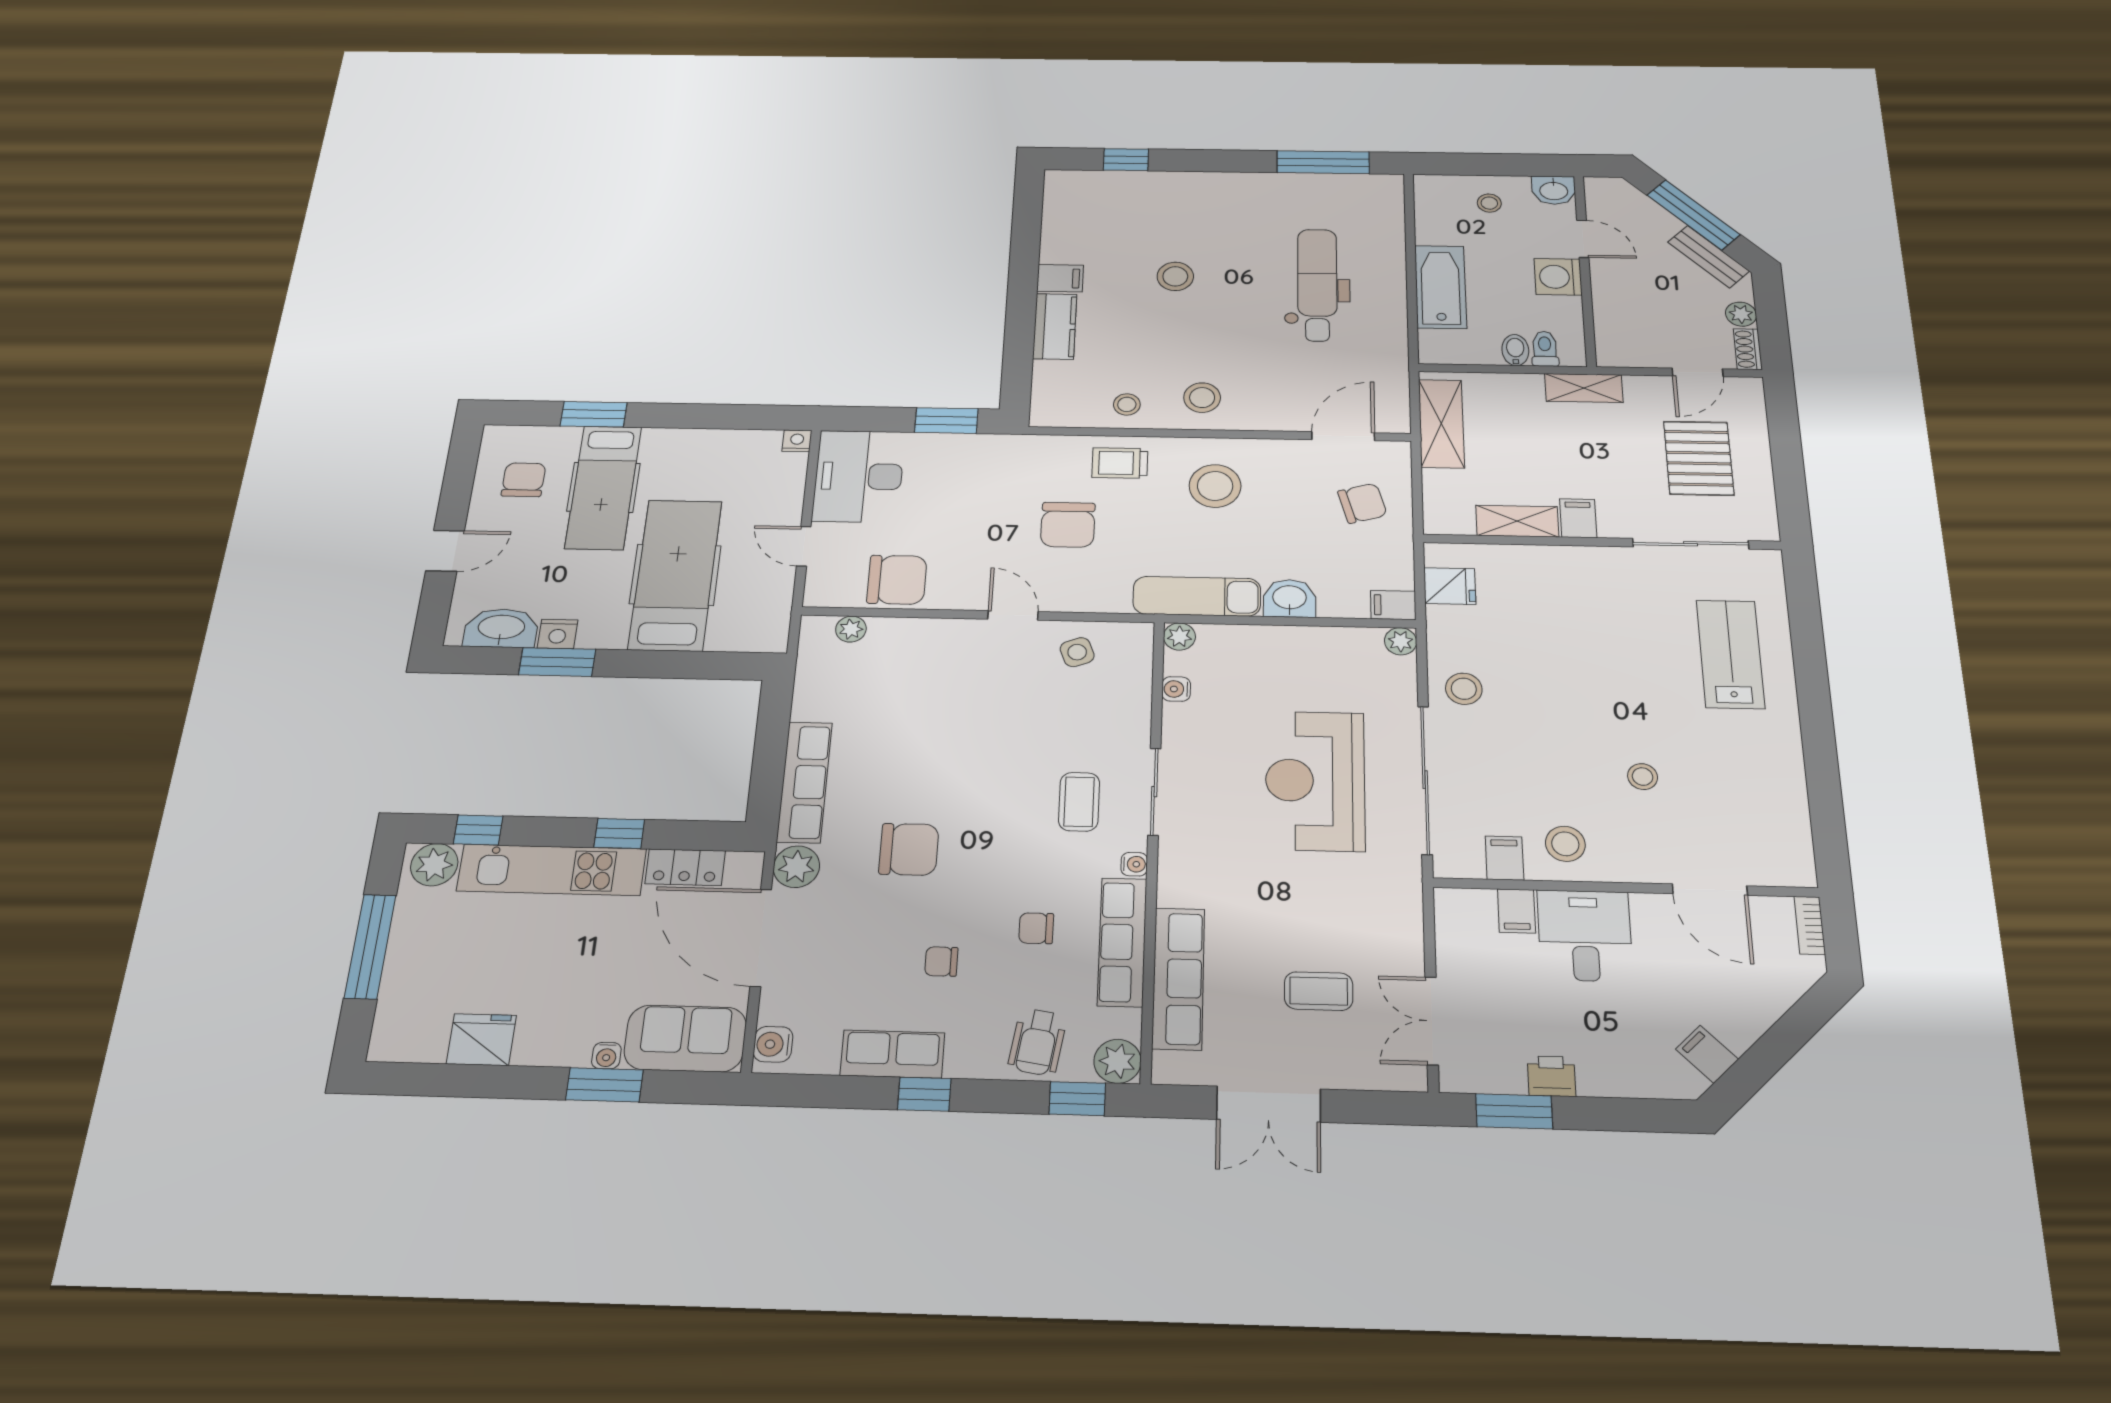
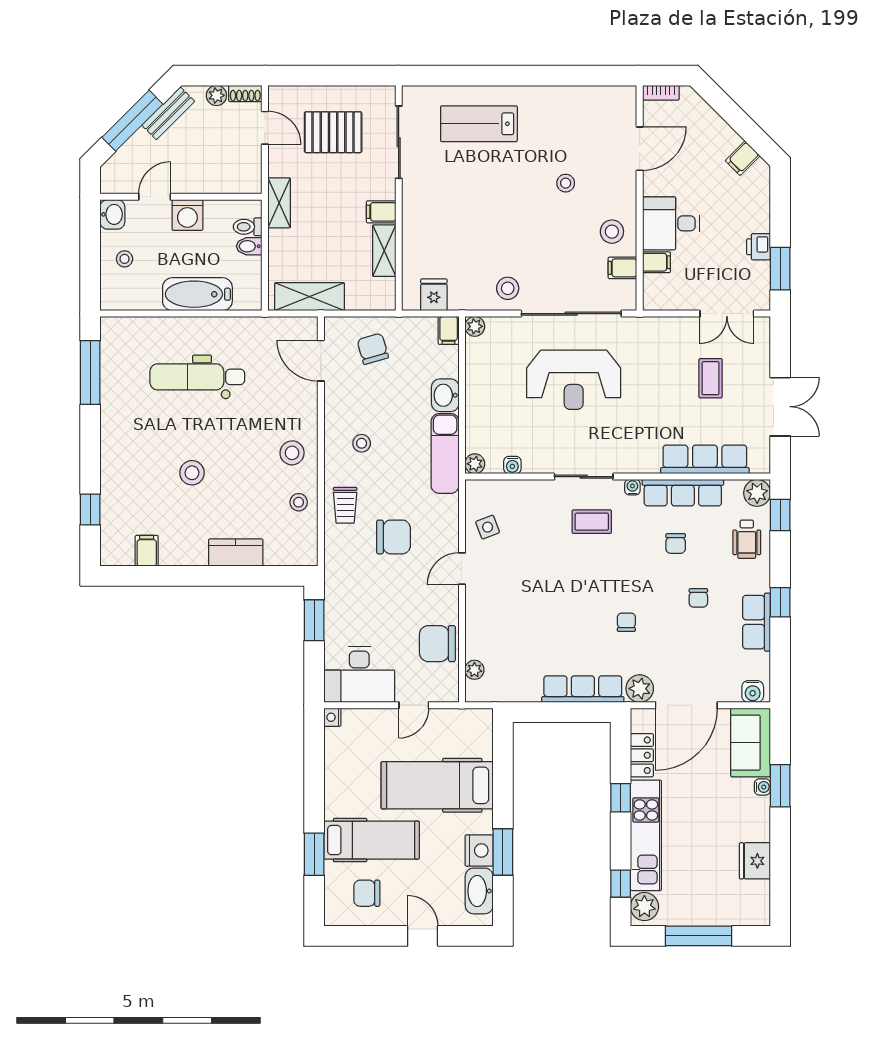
filing cabinet: (1060, 278) -> (147, 551), moved
stool: (1215, 486) -> (362, 443), width x0.53, depth x0.53
chair: (897, 580) -> (437, 644), turned -90
nightstand: (558, 634) -> (479, 850), width x1.36, depth x1.33
chair: (909, 849) -> (626, 622), width x0.54, depth x0.54
wheelchair: (1037, 1042) -> (747, 539), turned 81

